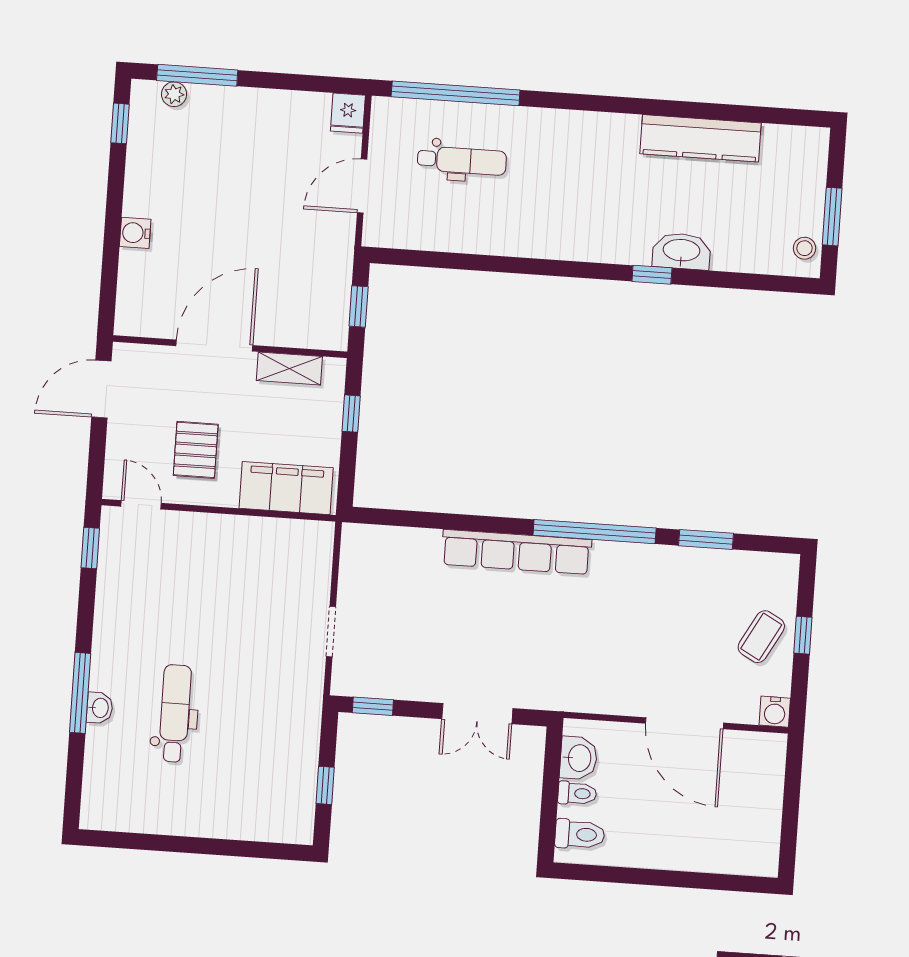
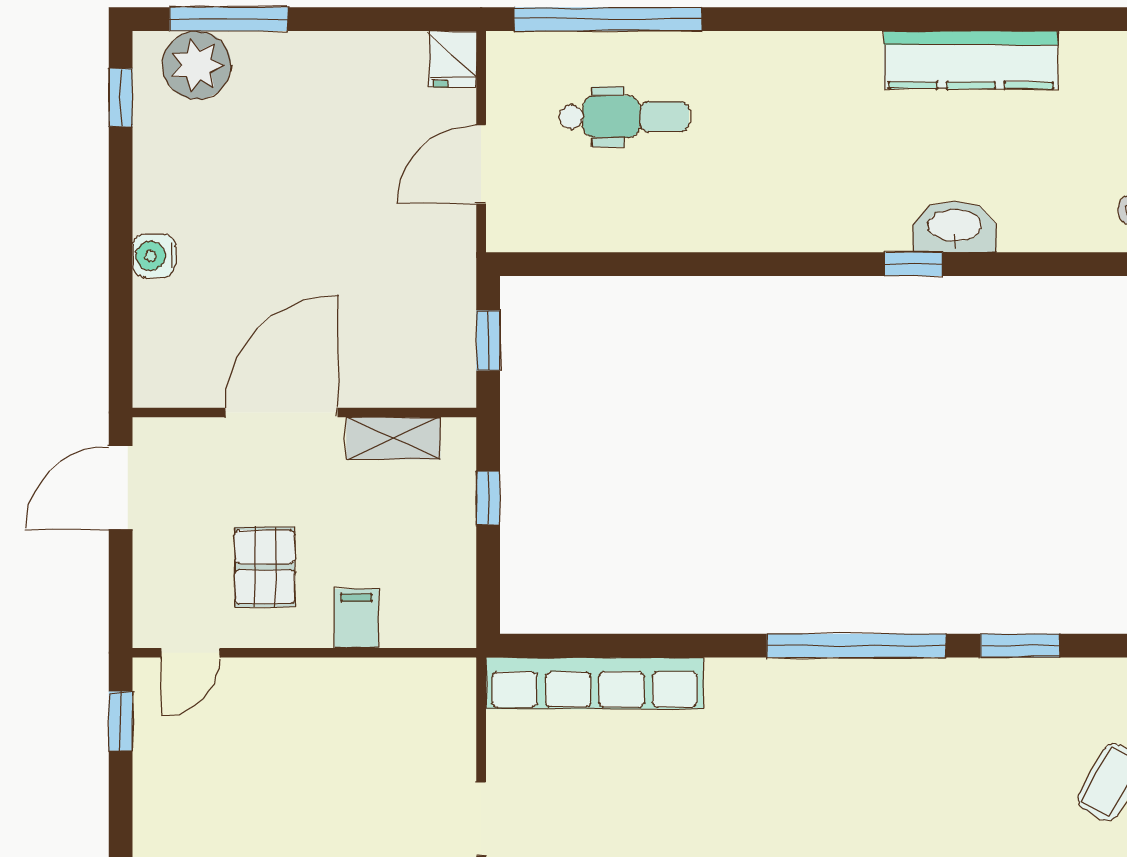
plant: (174, 94) -> (197, 65), width x1.87, depth x1.87
filing cabinet: (286, 488) -> (356, 618), width x0.33, depth x0.86
door: (141, 505) -> (191, 653), swing flipped
row of seats: (516, 552) -> (595, 683), moved

